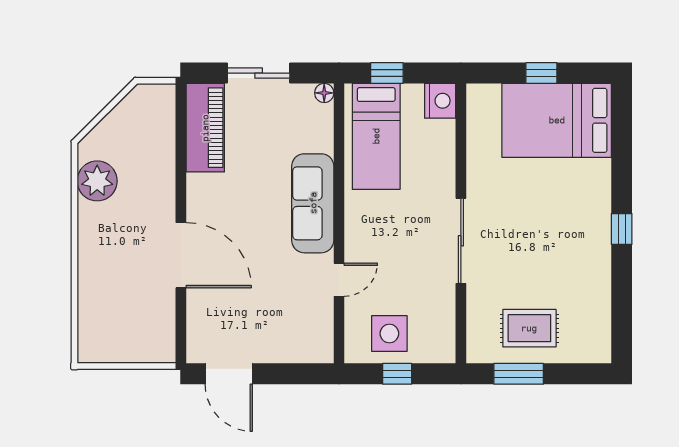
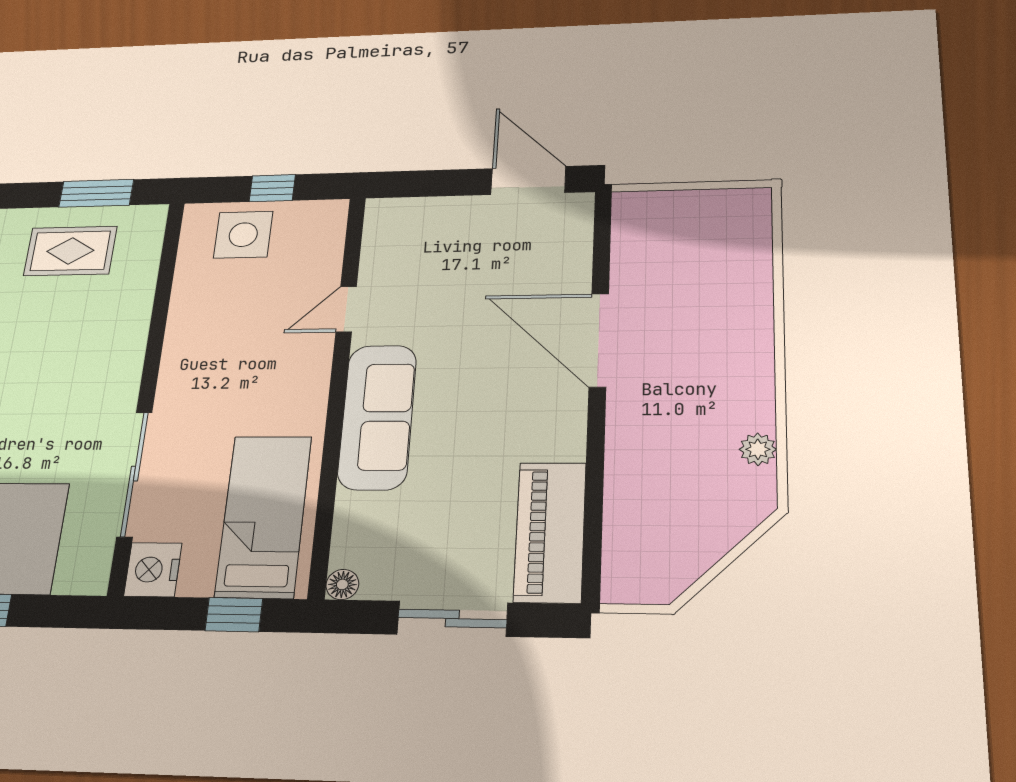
plant: (97, 181) -> (758, 449), width x0.53, depth x0.53
sliding door: (461, 241) -> (135, 474), moved
side table: (389, 334) -> (243, 235), moved

